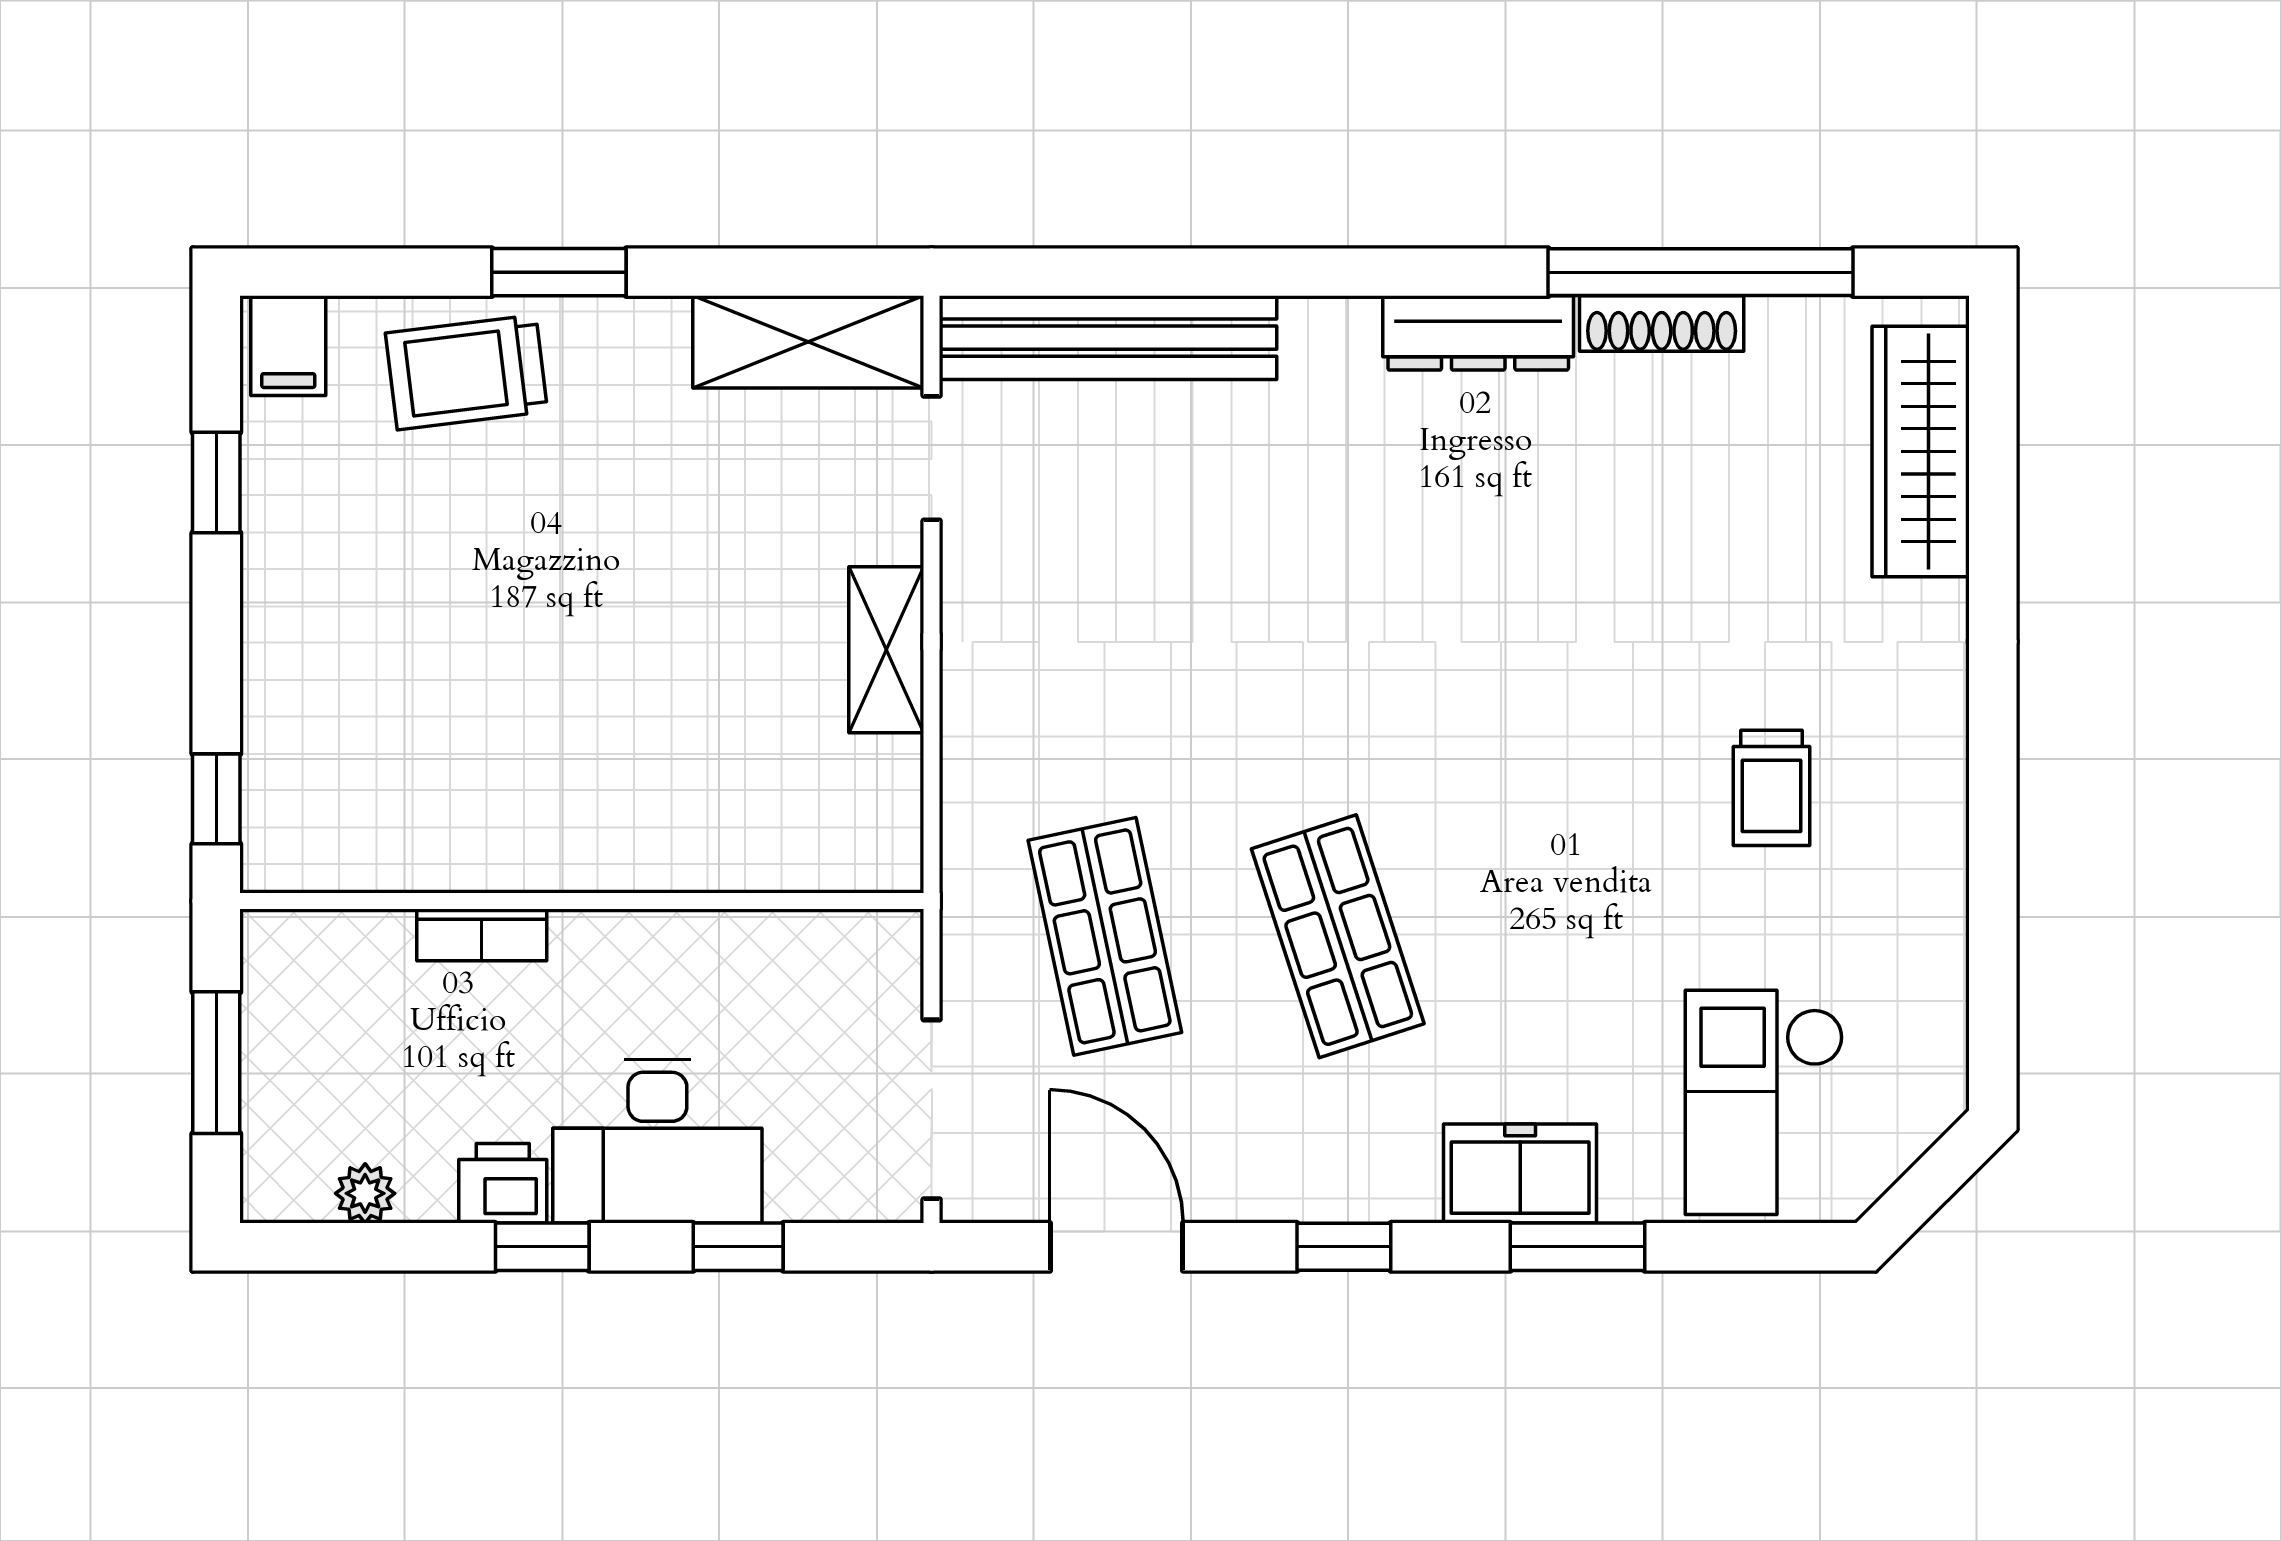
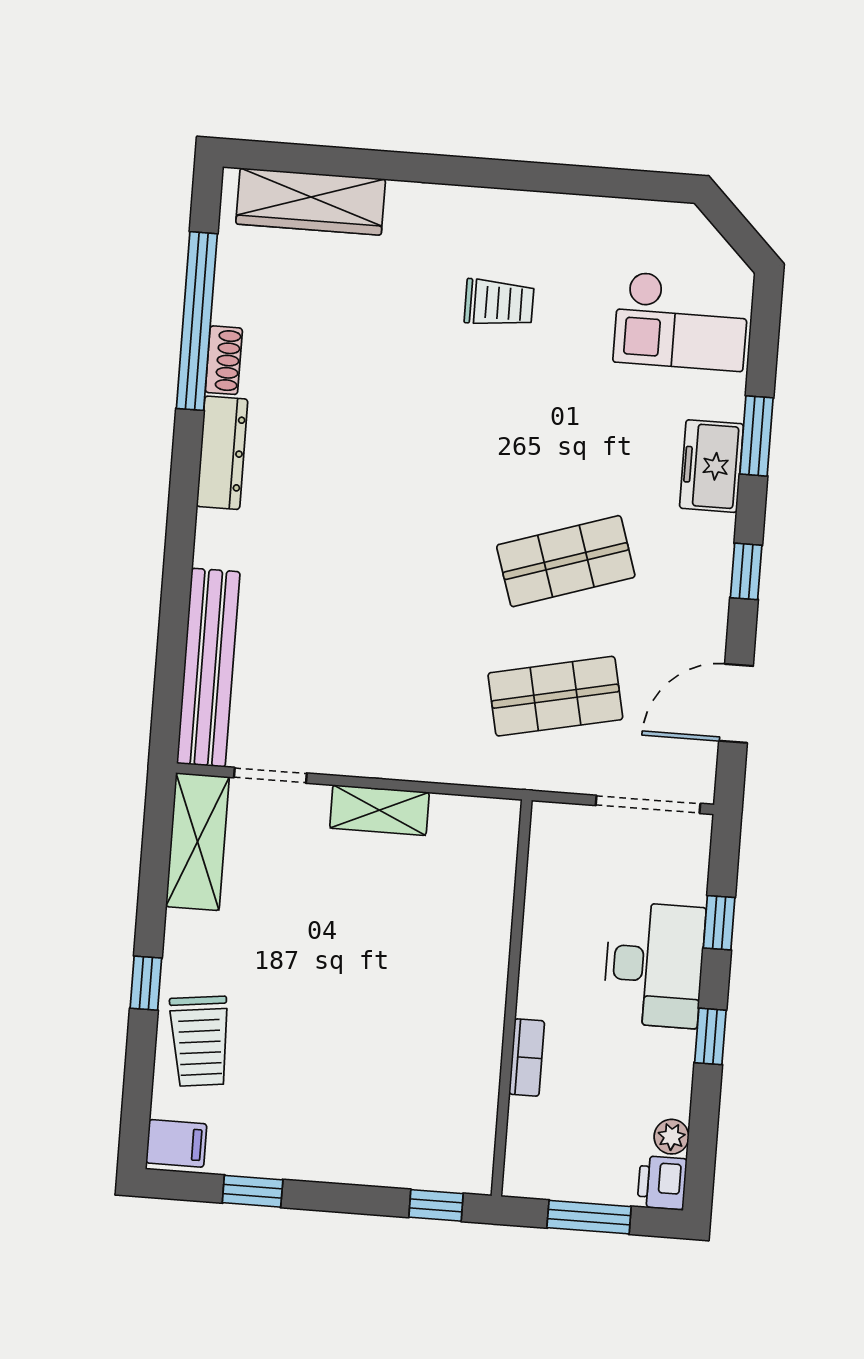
window: (559, 272) -> (146, 983), width x0.67
shoe rack: (1662, 324) -> (224, 360), width x0.70
printer: (503, 1183) -> (662, 1183), moved

